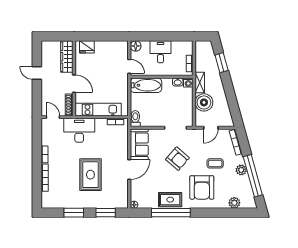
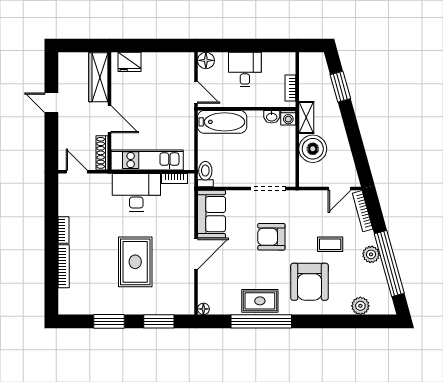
door: (211, 128) -> (339, 188), moved
desk: (79, 130) -> (136, 192), moved
armchair: (177, 159) -> (271, 237), turned 139

